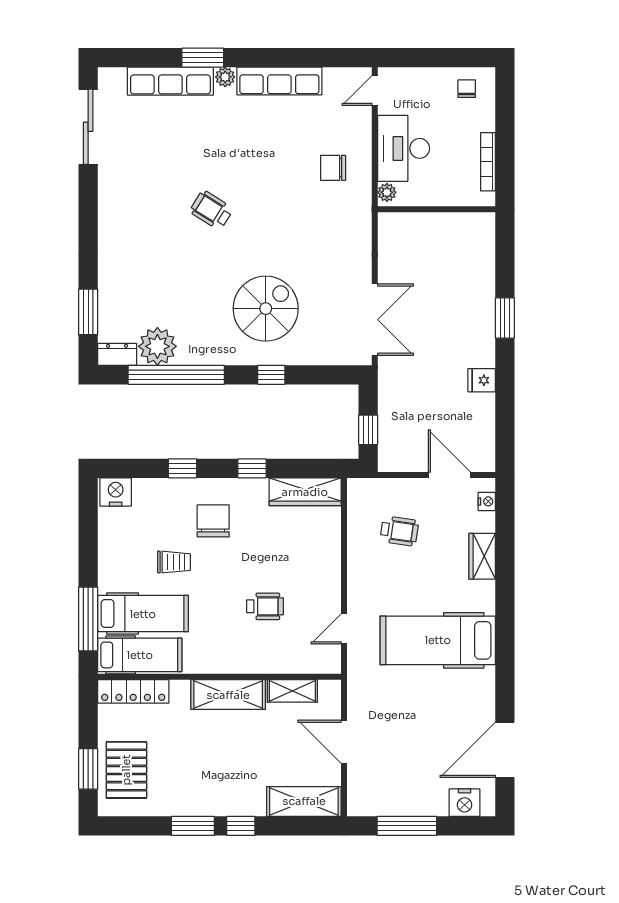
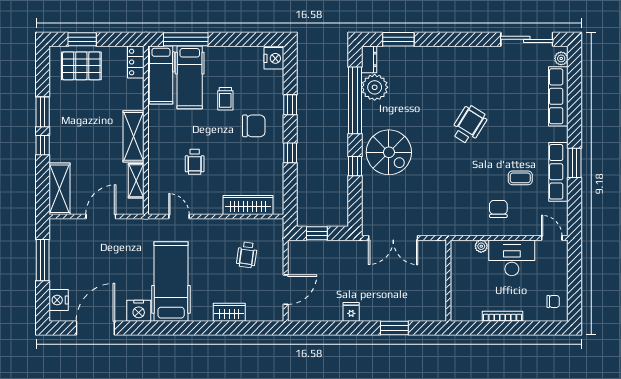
window: (203, 58) -> (575, 163), moved
plant: (225, 77) -> (561, 58), moved
coffee table: (288, 136) -> (520, 178), added
wall: (437, 209) -> (448, 281), moved
wheelchair: (211, 210) -> (469, 125), width x1.36, depth x1.37
spiral stairs: (266, 309) -> (389, 152), moved
wardrobe: (305, 492) -> (248, 205), moved, turned 90
nightstand: (487, 501) -> (139, 311), moved, width x1.89, depth x1.79
locker: (133, 691) -> (136, 62), width x0.66
door: (505, 750) -> (95, 328), hinge flipped

